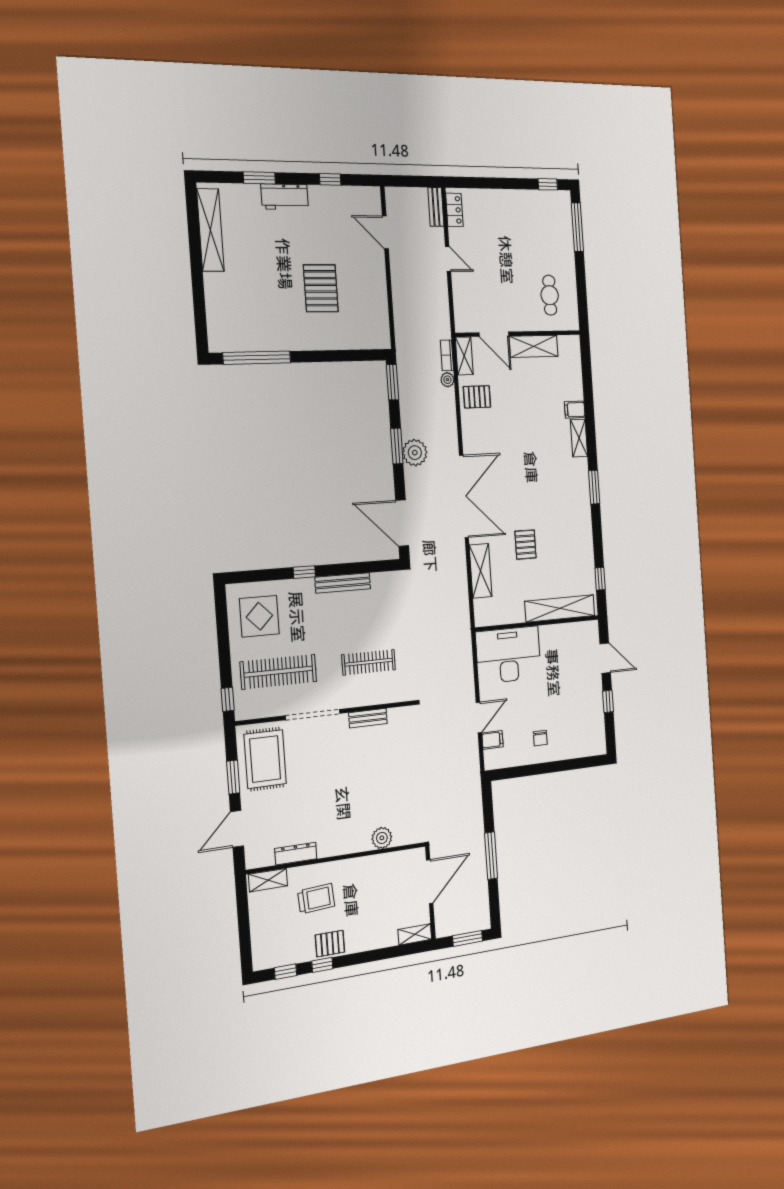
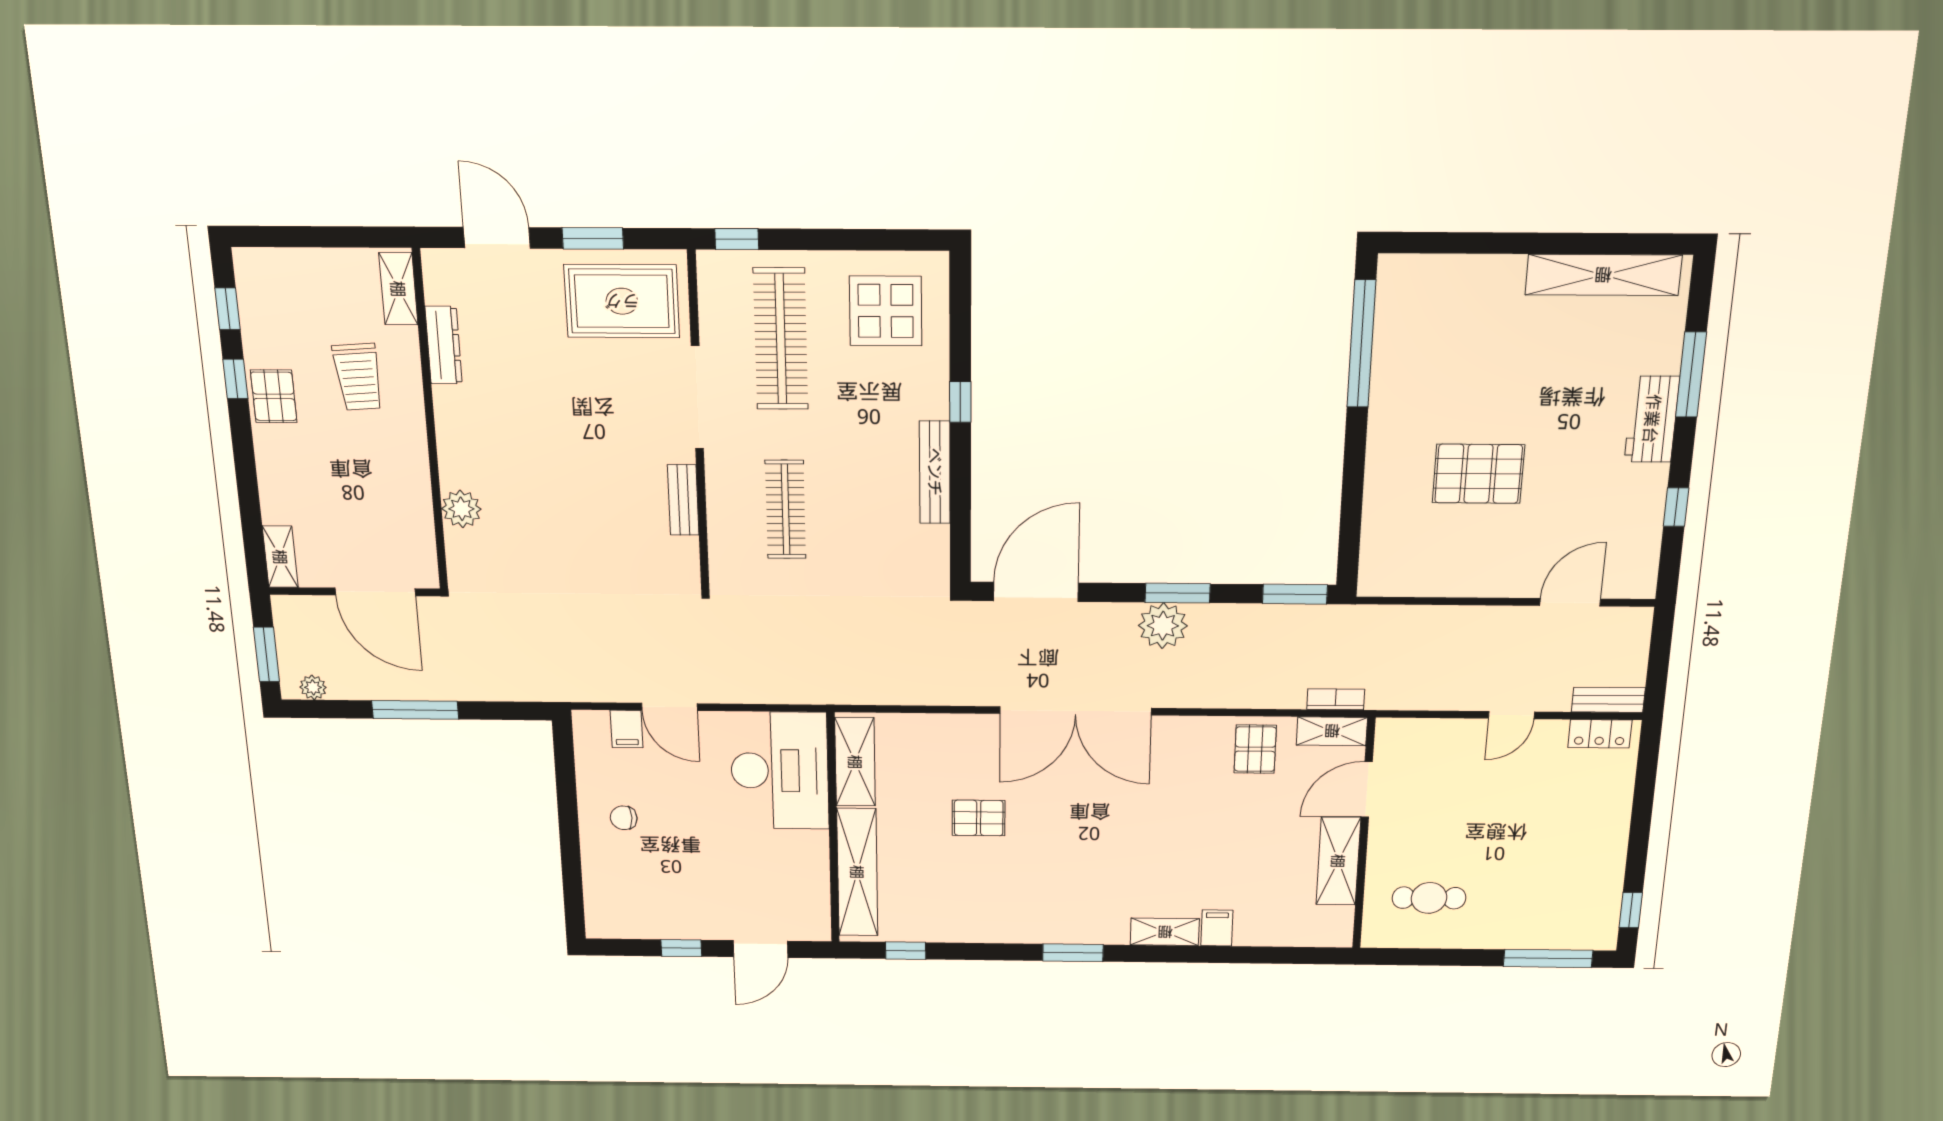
window: (259, 178) -> (1691, 375), width x1.44
plant: (447, 380) -> (313, 687), moved
shelving: (481, 571) -> (855, 762), moved, turned 90

